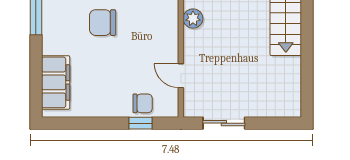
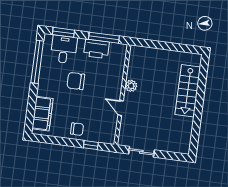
door: (181, 76) -> (121, 108), moved
chair: (143, 103) -> (77, 129), moved

